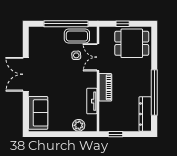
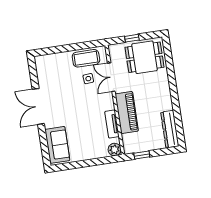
window: (66, 24) -> (73, 47), removed
piano: (105, 87) -> (127, 113), width x1.37, depth x1.33
window: (154, 92) -> (176, 105), removed
plant: (79, 125) -> (115, 150), moved

